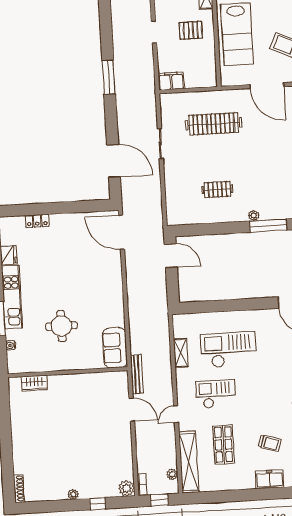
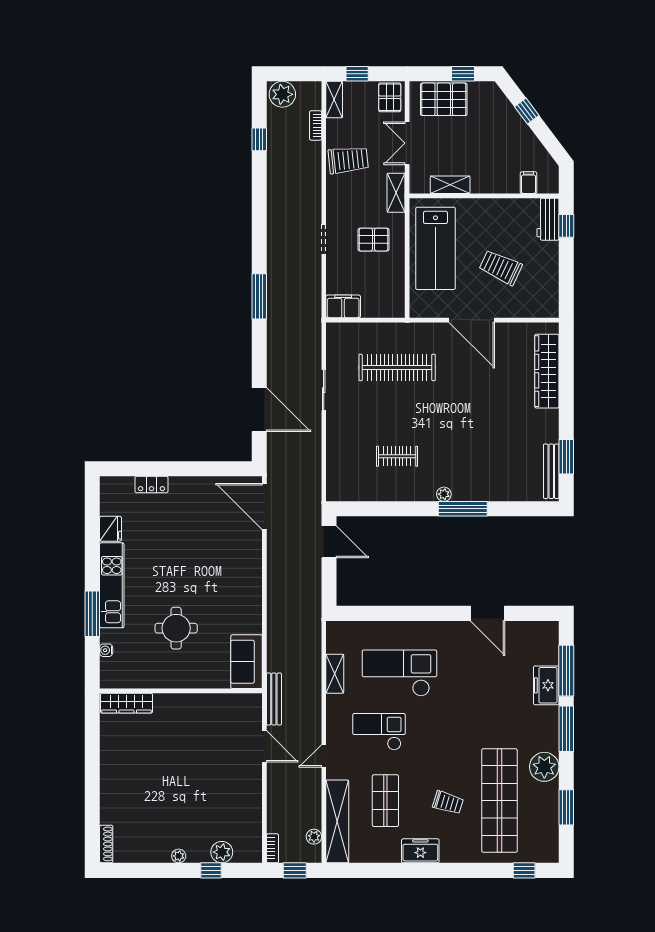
wardrobe: (34, 383) -> (126, 703), width x1.50
freezer: (270, 479) -> (420, 851), moved
plant: (127, 488) -> (222, 852), moved

